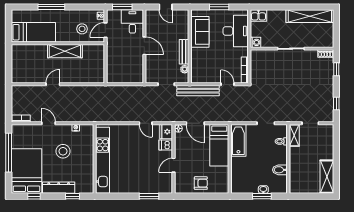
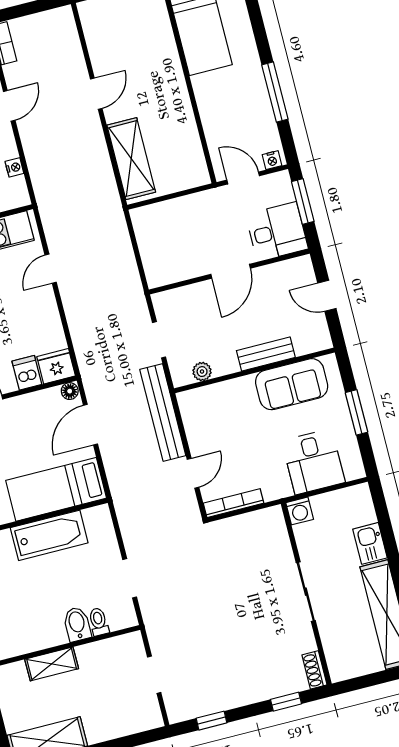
window: (51, 7) -> (275, 92), moved
door: (166, 7) -> (327, 296), hinge flipped
kitchen sink: (258, 16) -> (370, 543), moved
stool: (82, 29) -> (233, 126), removed
desk: (236, 31) -> (313, 462), width x0.73
shelving: (65, 51) -> (131, 159), moved
bench: (184, 52) -> (266, 354), moved
door: (53, 84) -> (96, 94), hinge flipped
door: (146, 123) -> (51, 269), moved
shelving: (294, 135) -> (52, 664), moved
bathtub: (238, 140) -> (49, 535), moved
bidet: (280, 170) -> (77, 624), moved

